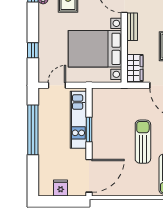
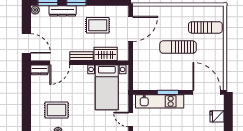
bed with nightstands: (95, 49) -> (107, 87), width x0.73
wardrobe: (135, 68) -> (106, 54), moved

